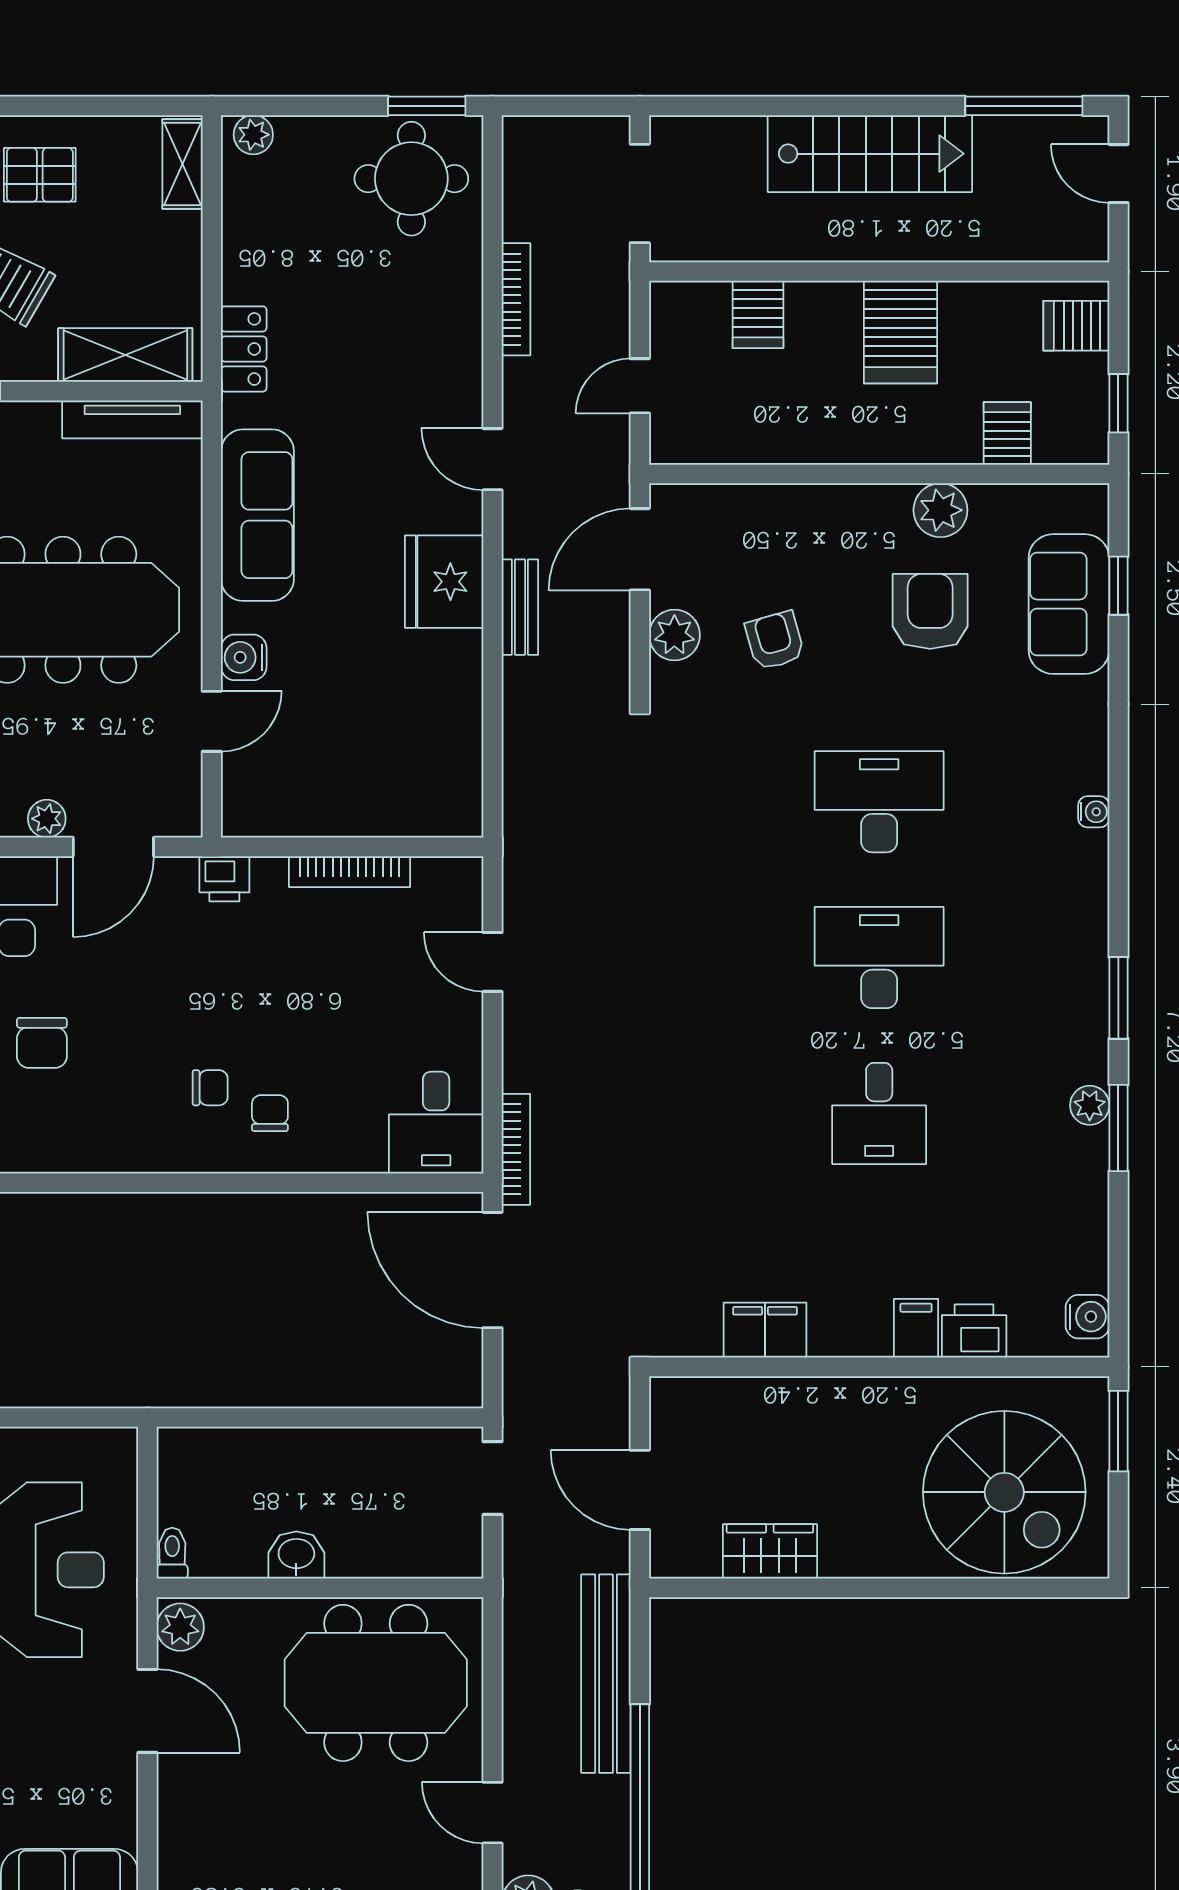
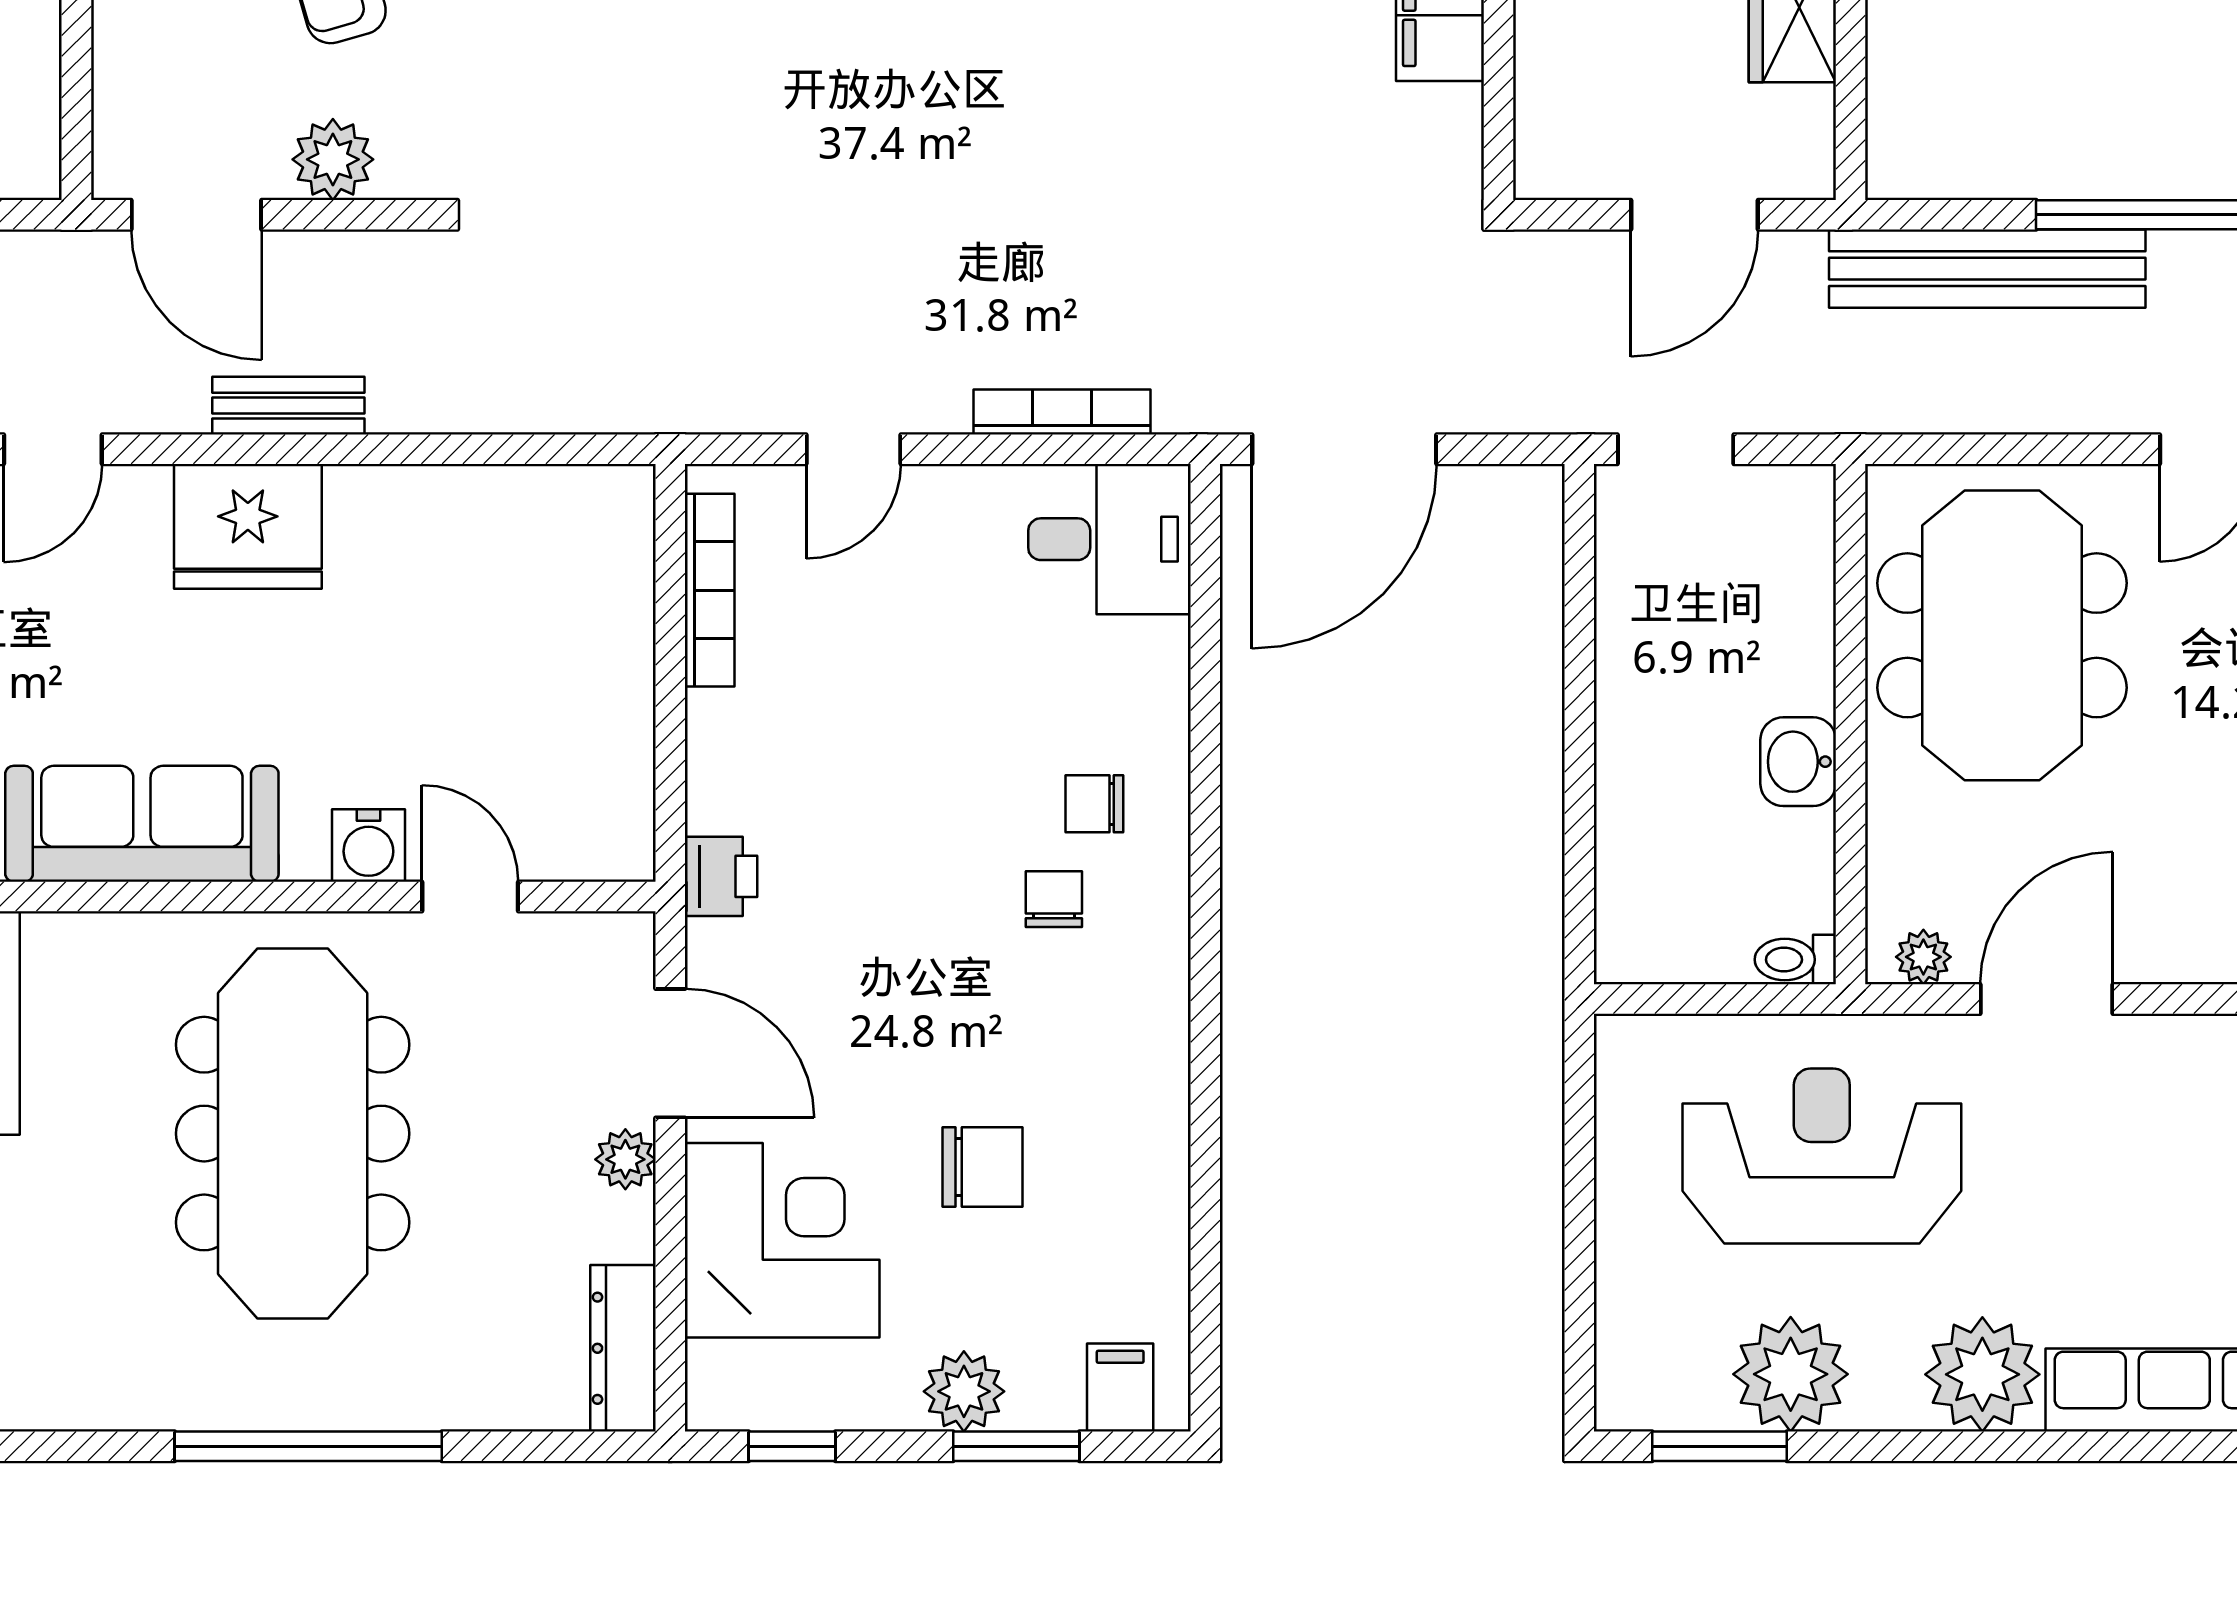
bookcase: (349, 872) -> (710, 590), moved
bookcase: (516, 1149) -> (1062, 412), moved
plant: (180, 1627) -> (1923, 957), width x0.73, depth x0.73

